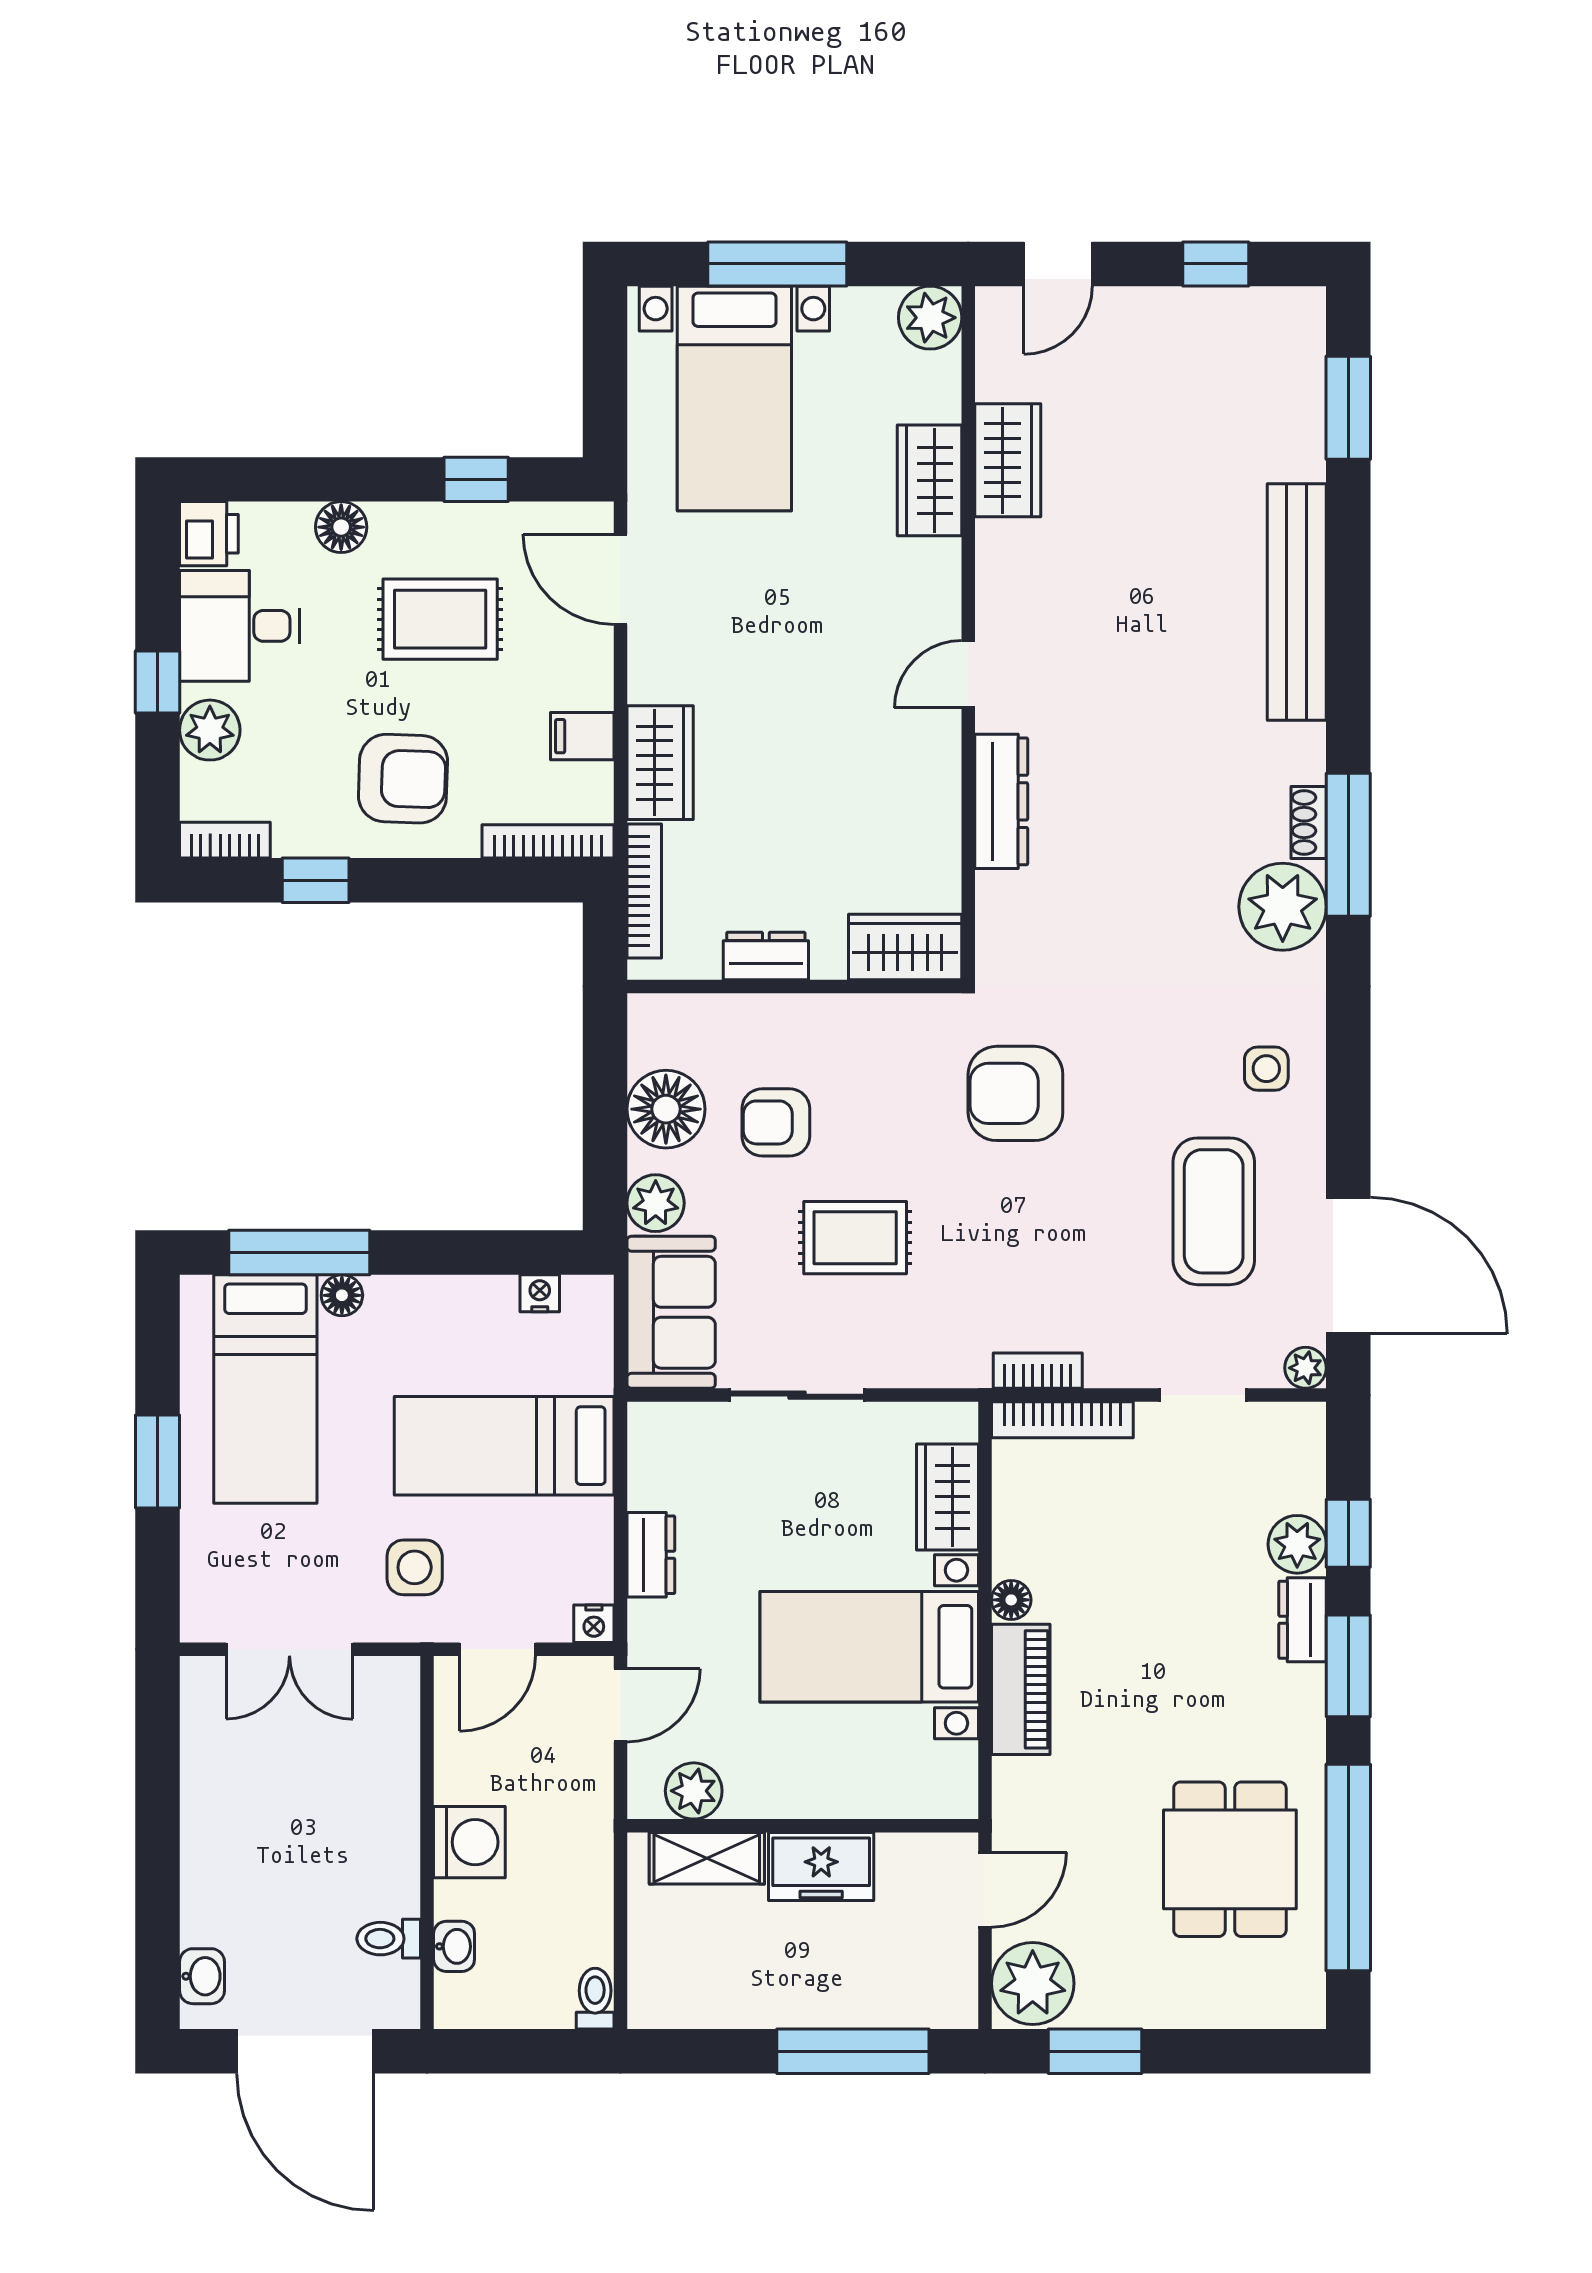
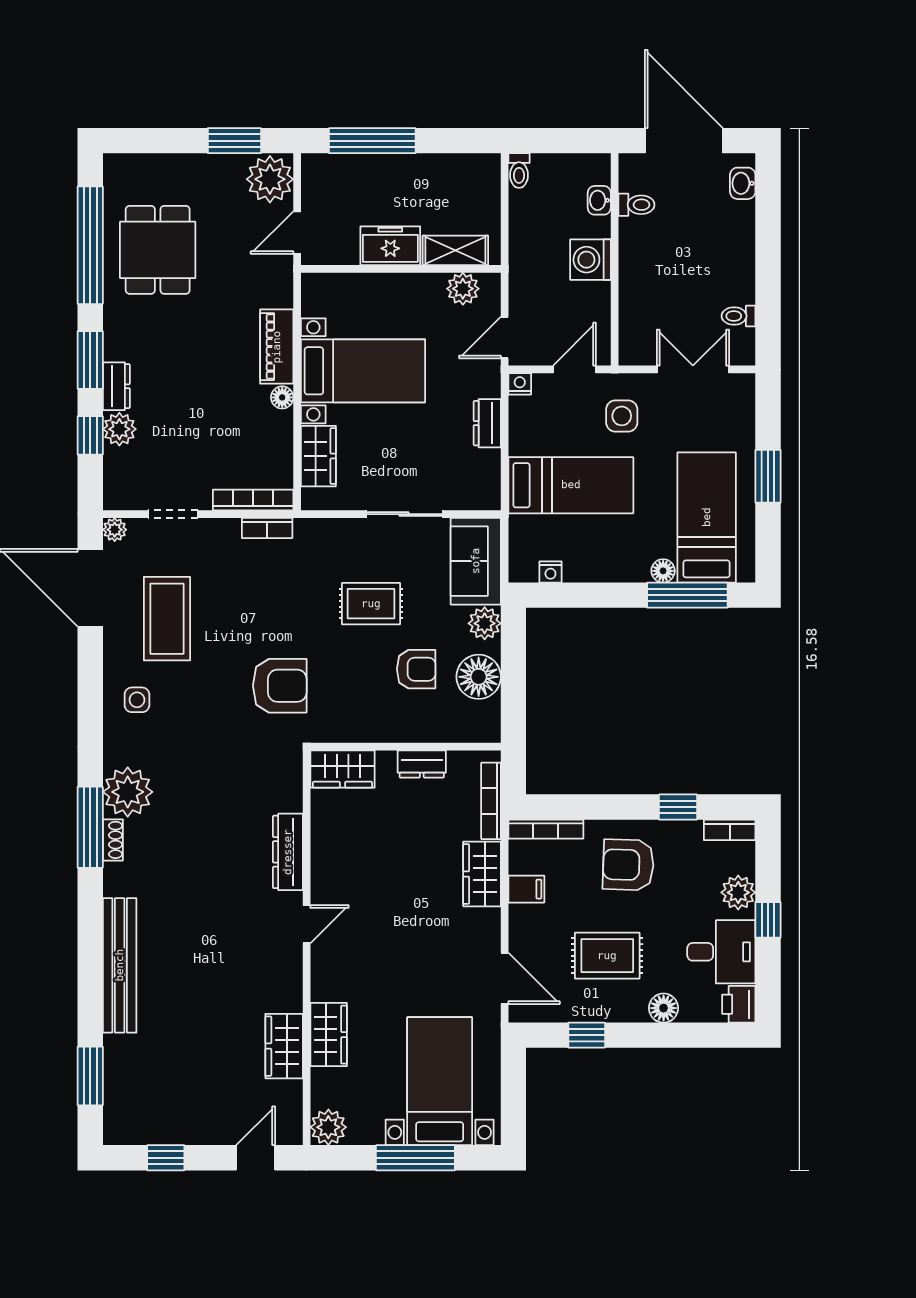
toilet: (209, 1743) -> (738, 316), added

